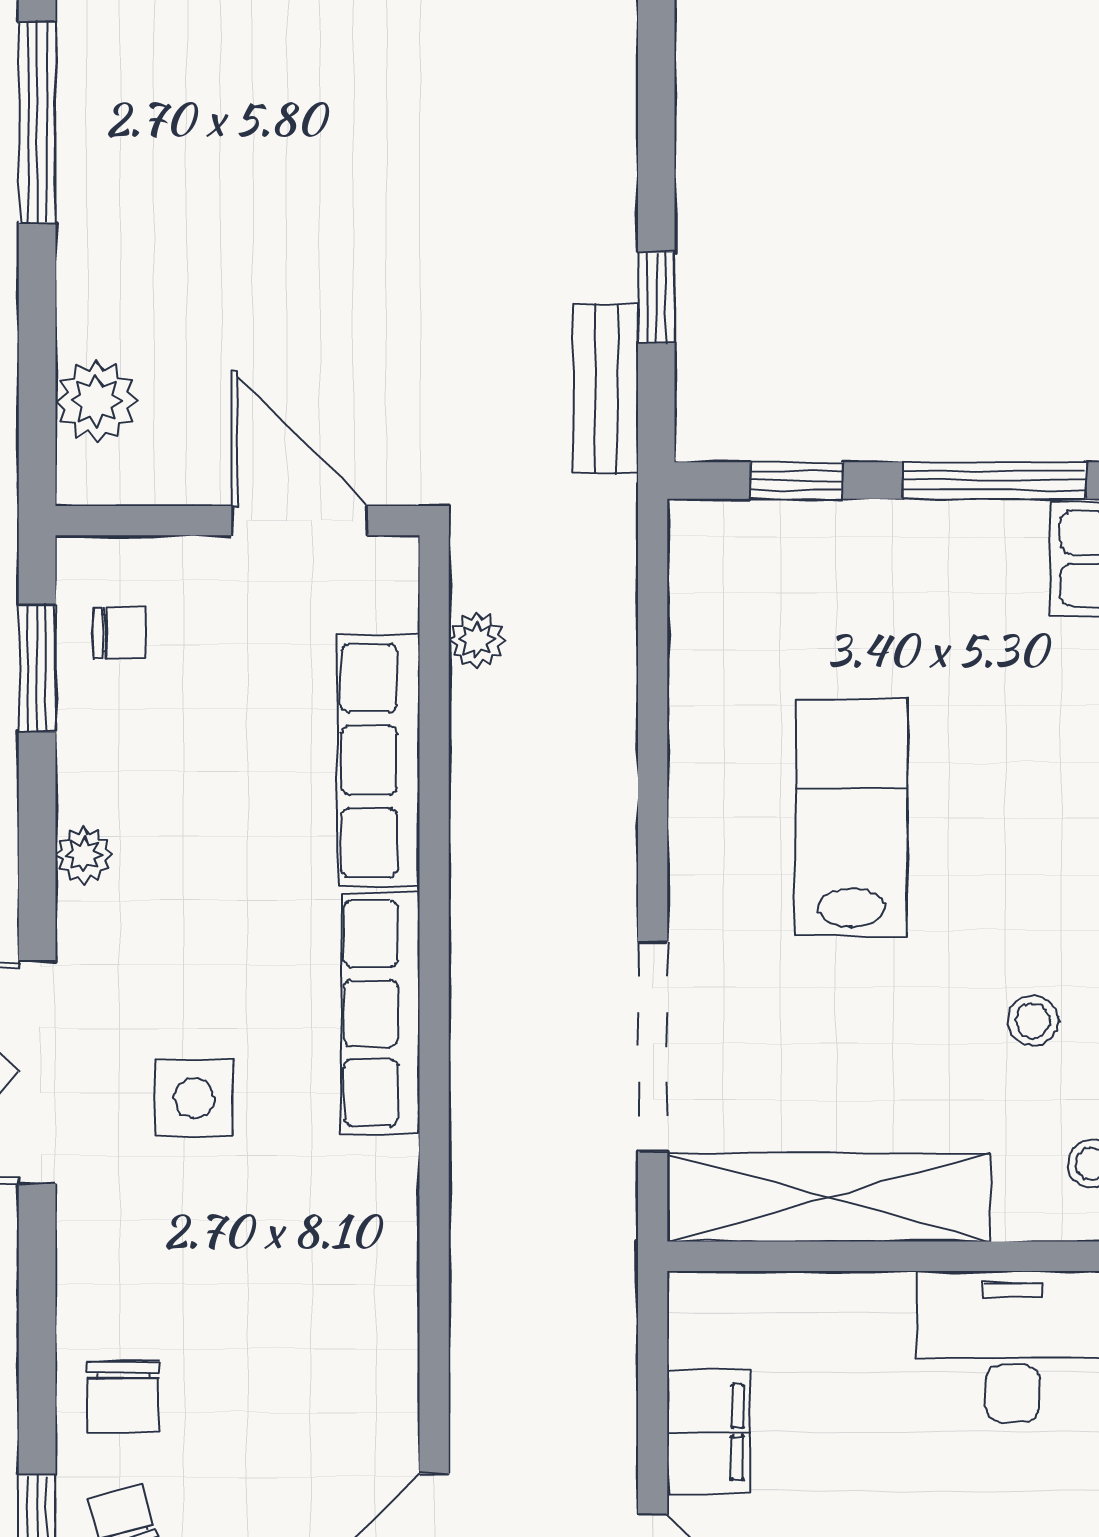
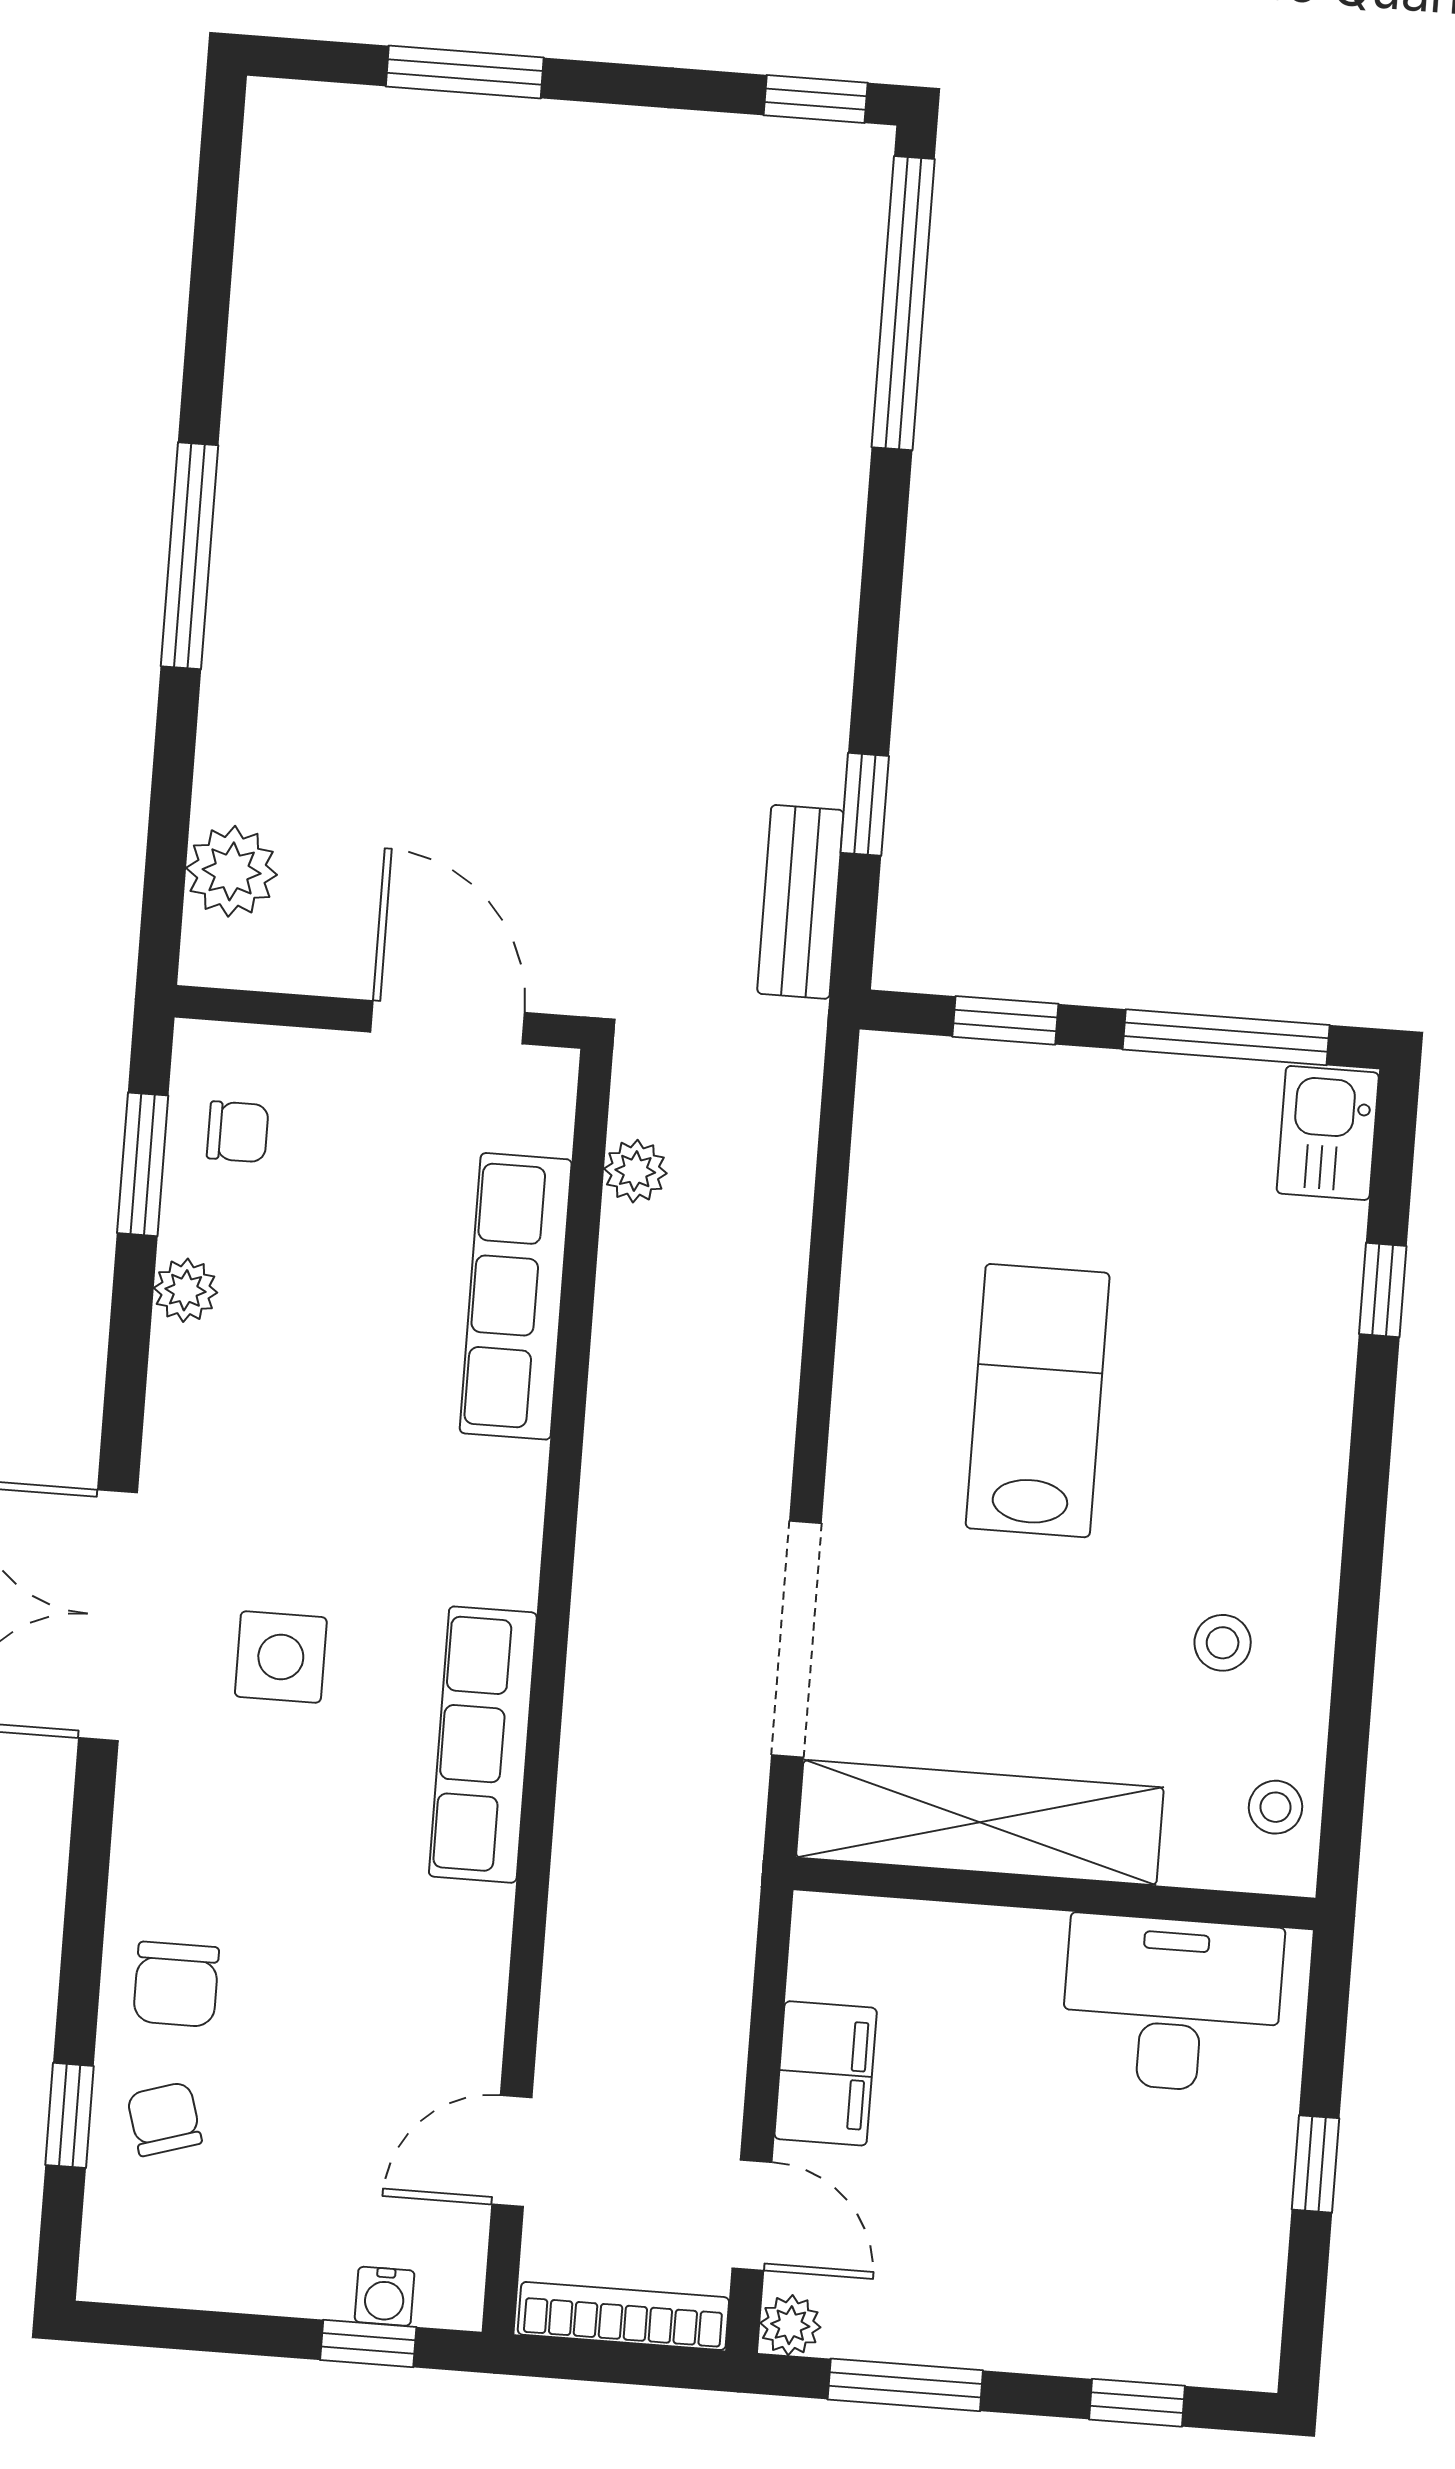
plant: (84, 855) -> (185, 1290), moved
row of seats: (380, 1013) -> (483, 1745), moved

